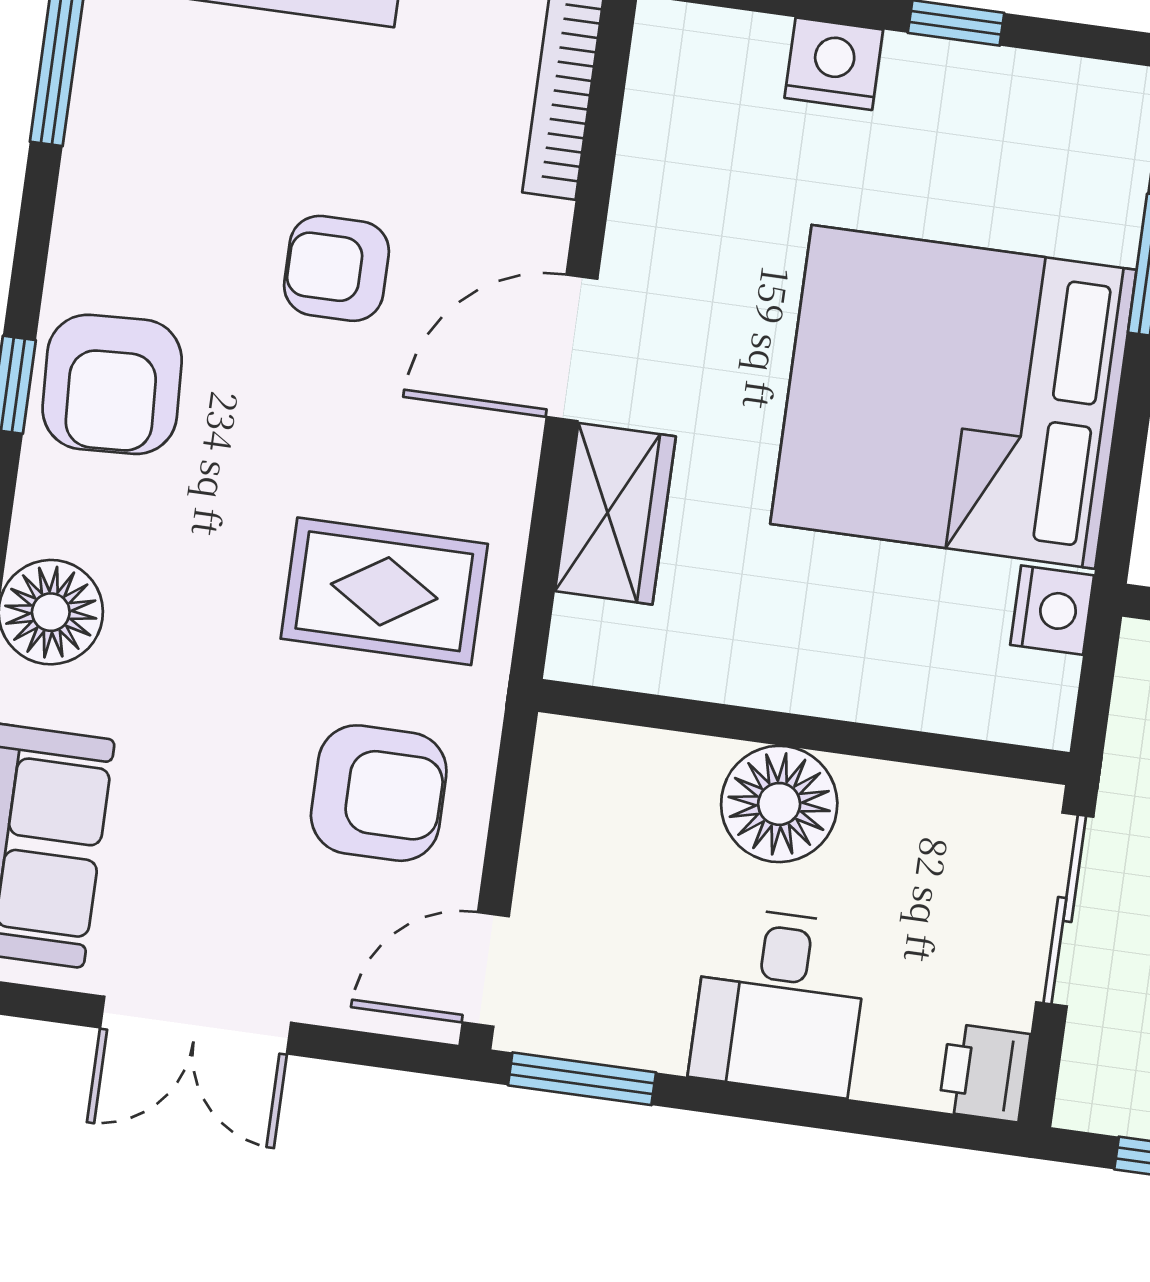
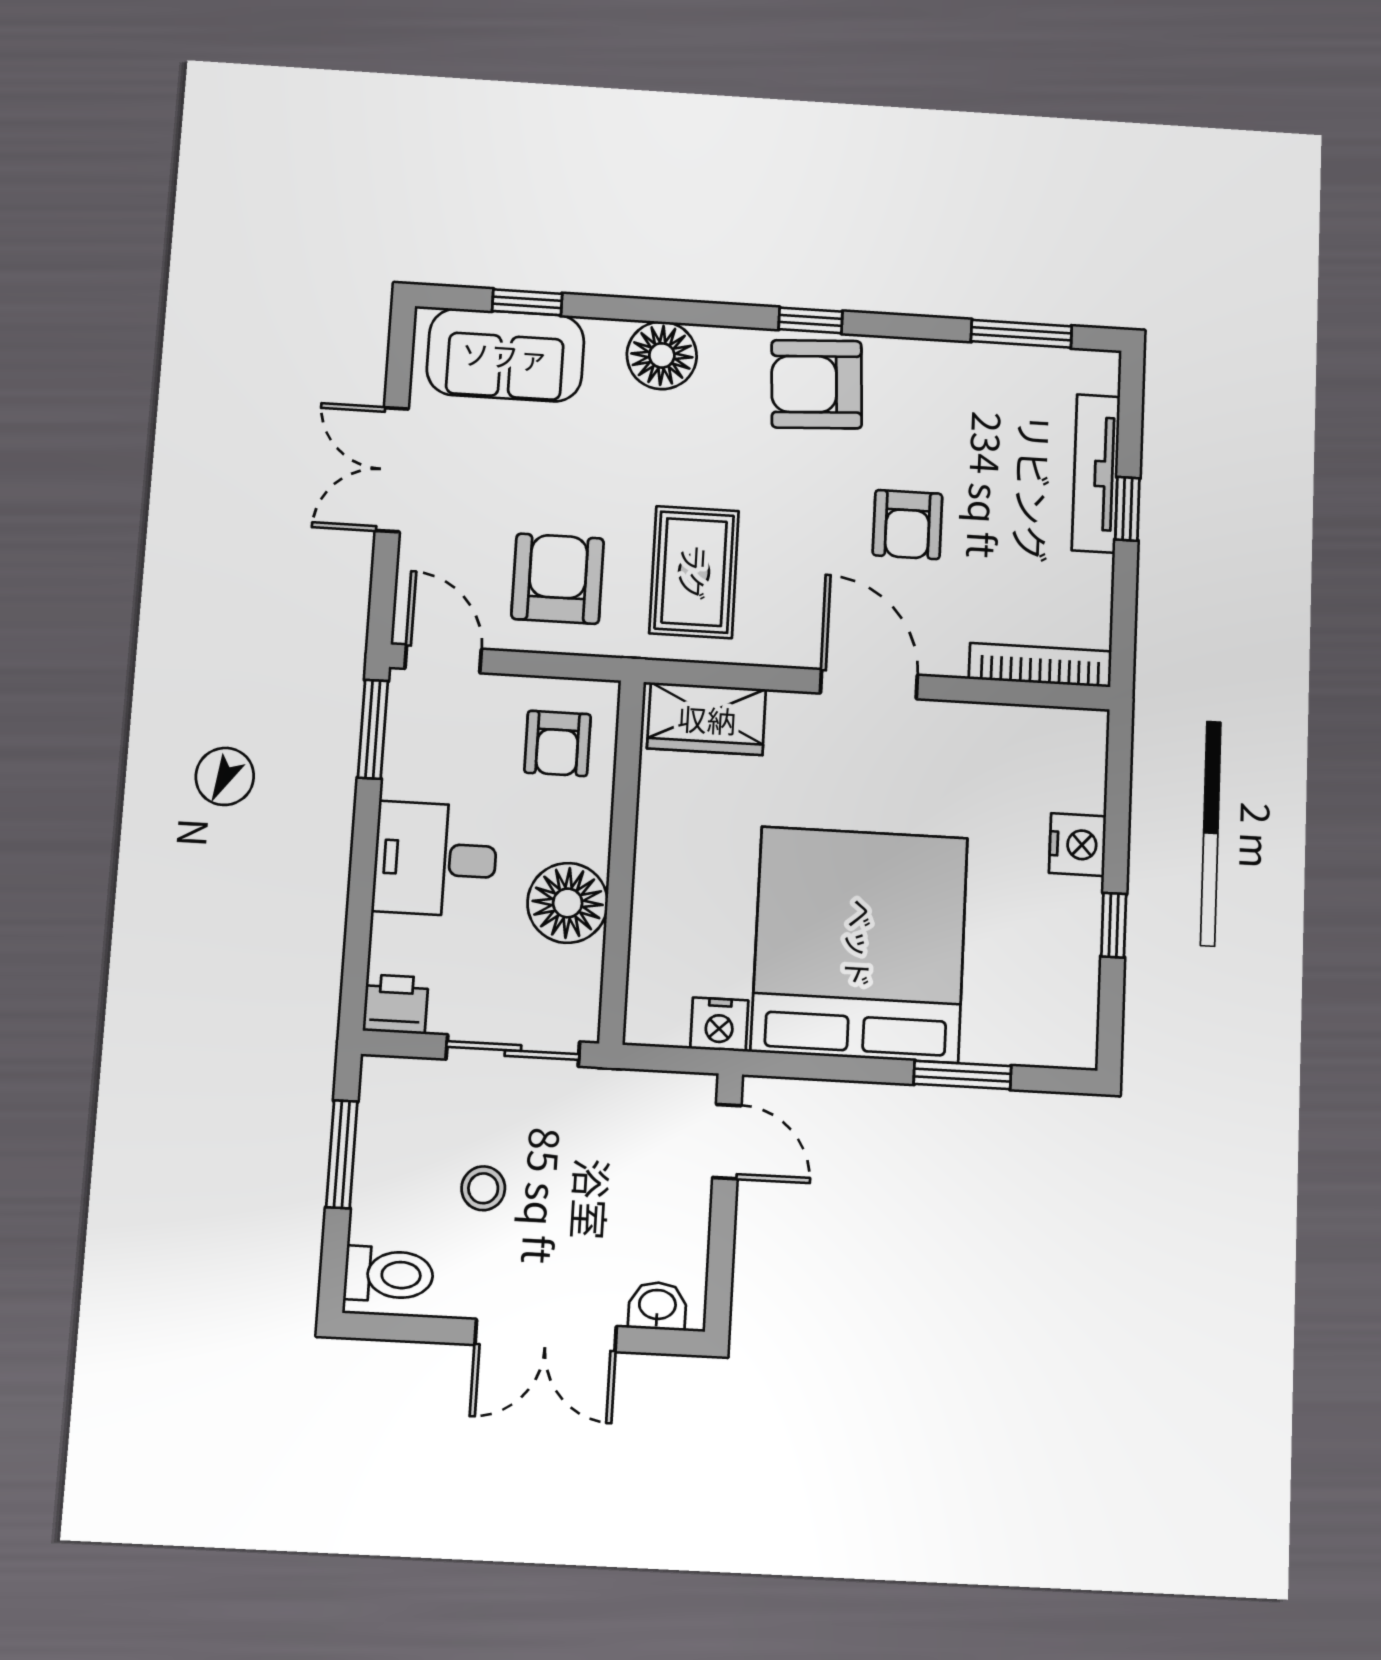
armchair: (337, 268) -> (907, 525), turned 180
wardrobe: (615, 514) -> (707, 719), moved
armchair: (379, 793) -> (558, 579), turned 180
floor lamp: (779, 804) -> (568, 903), moved
armchair: (624, 812) -> (558, 743), added

